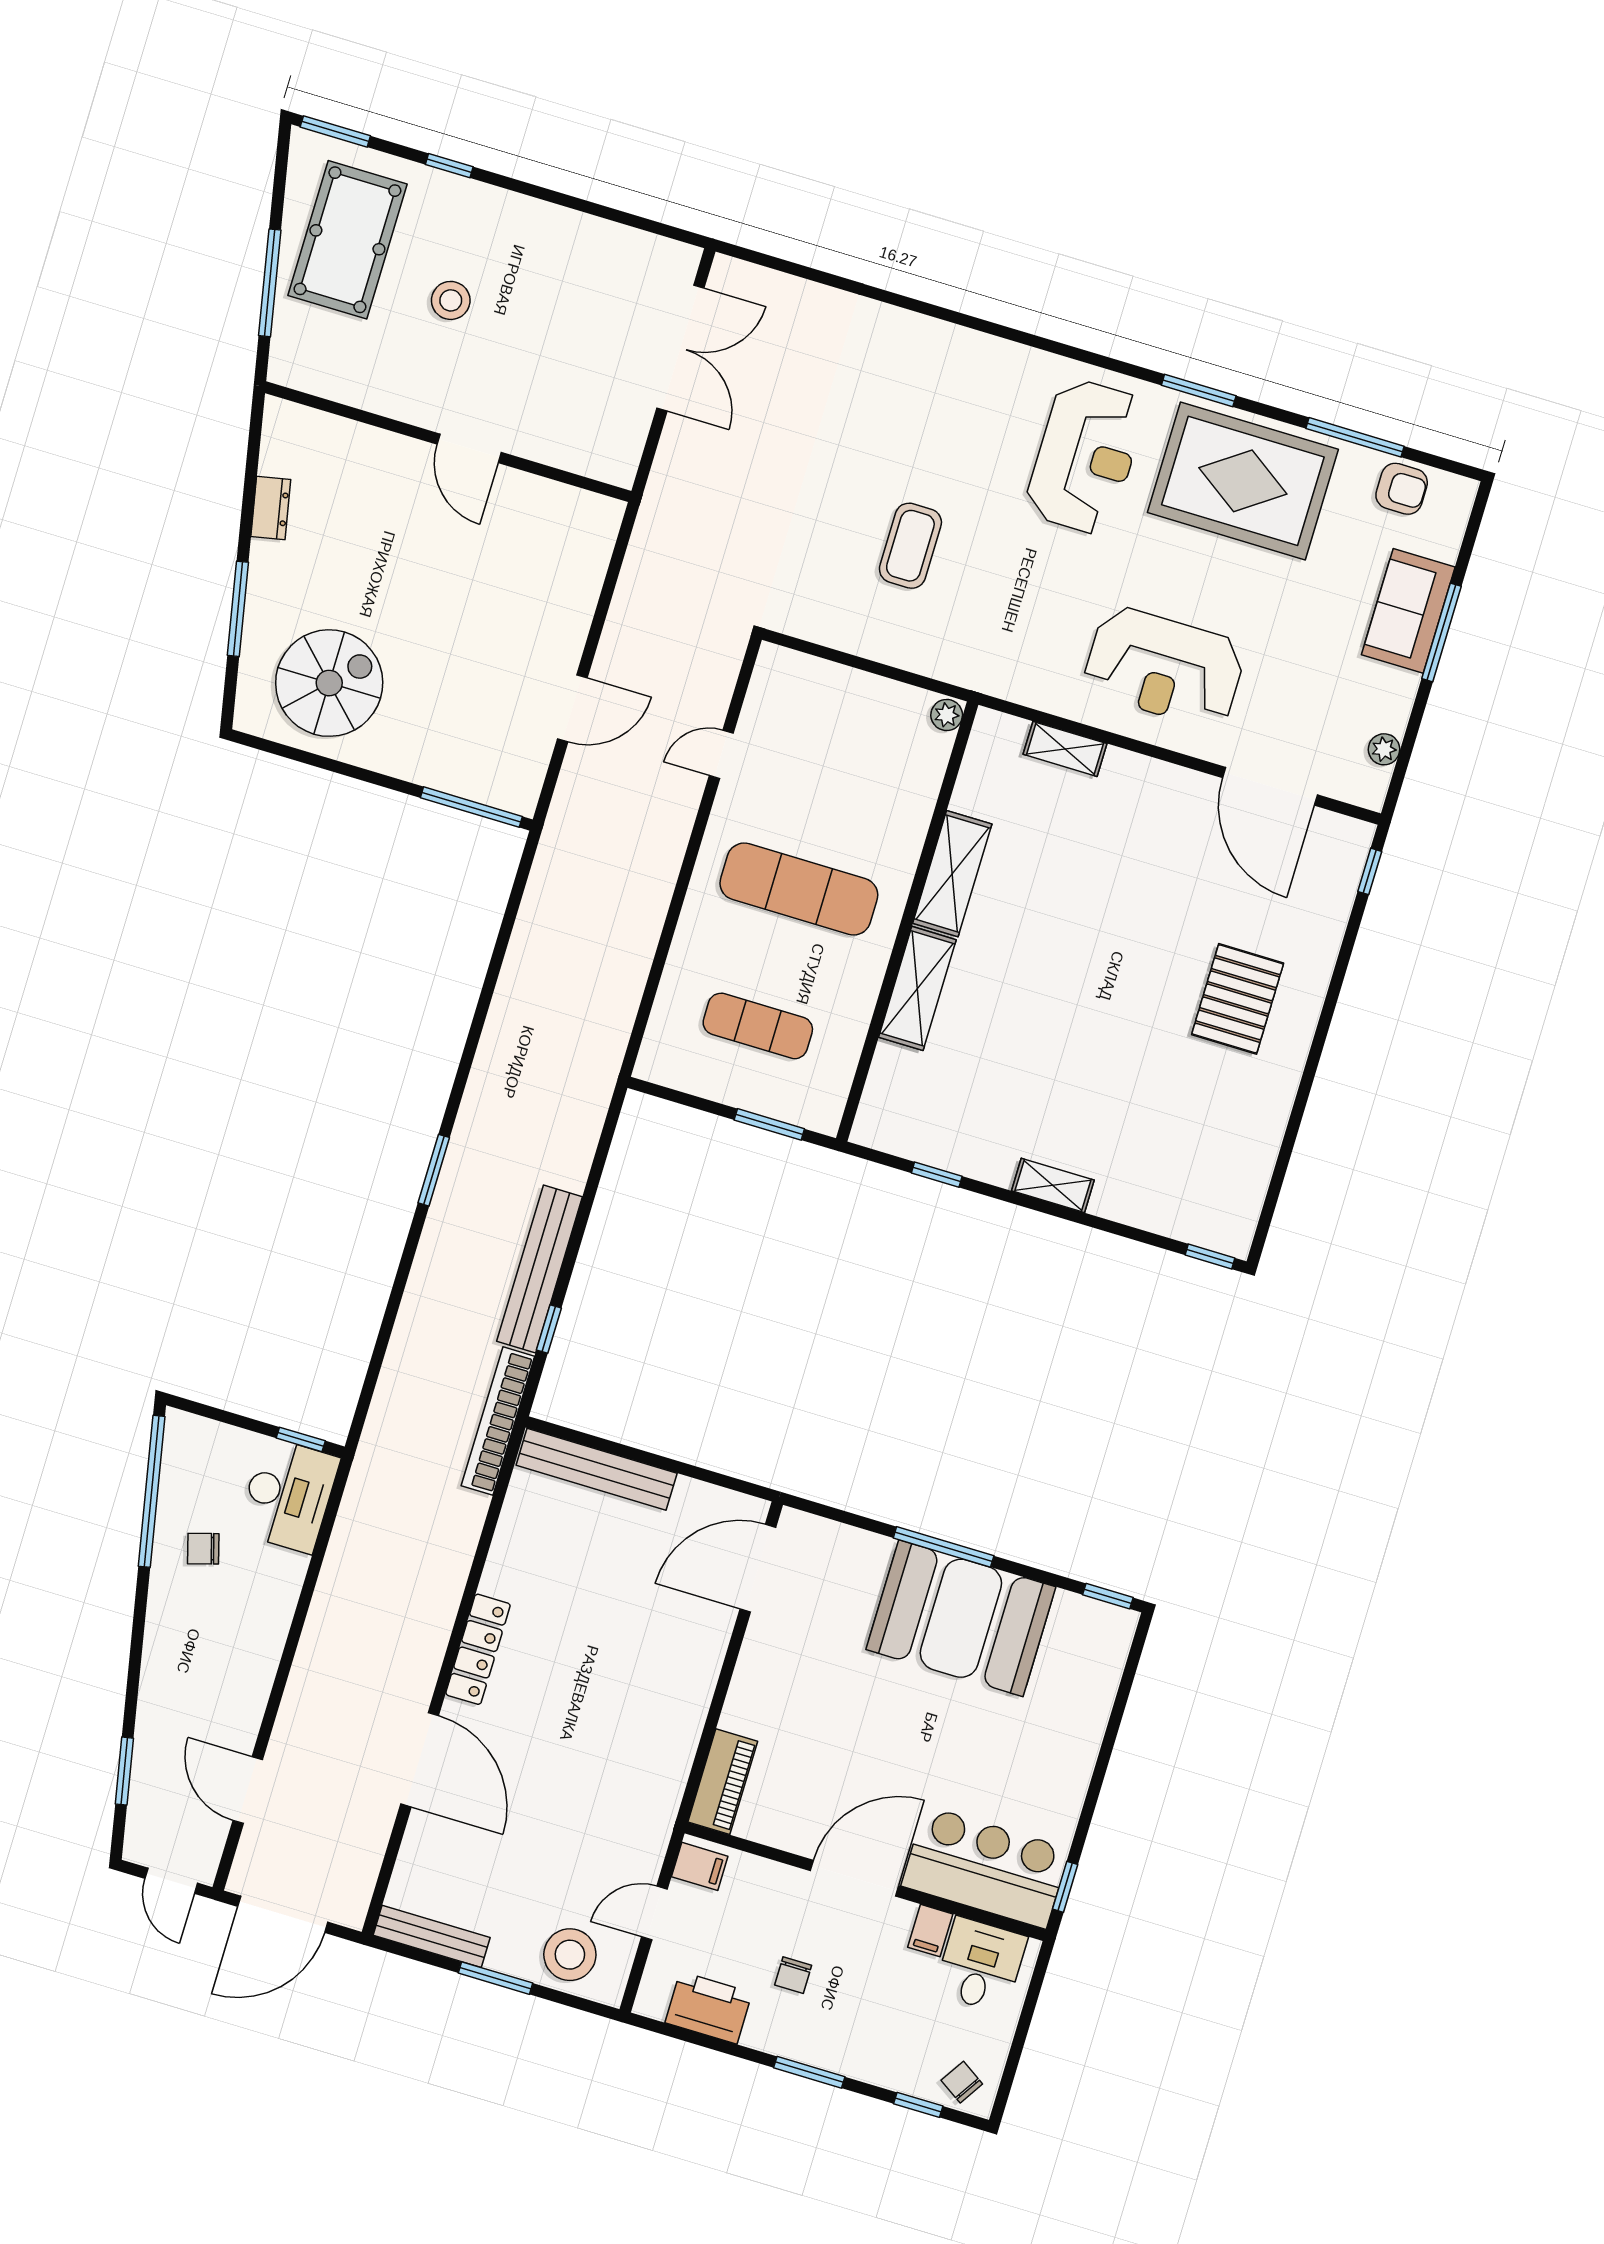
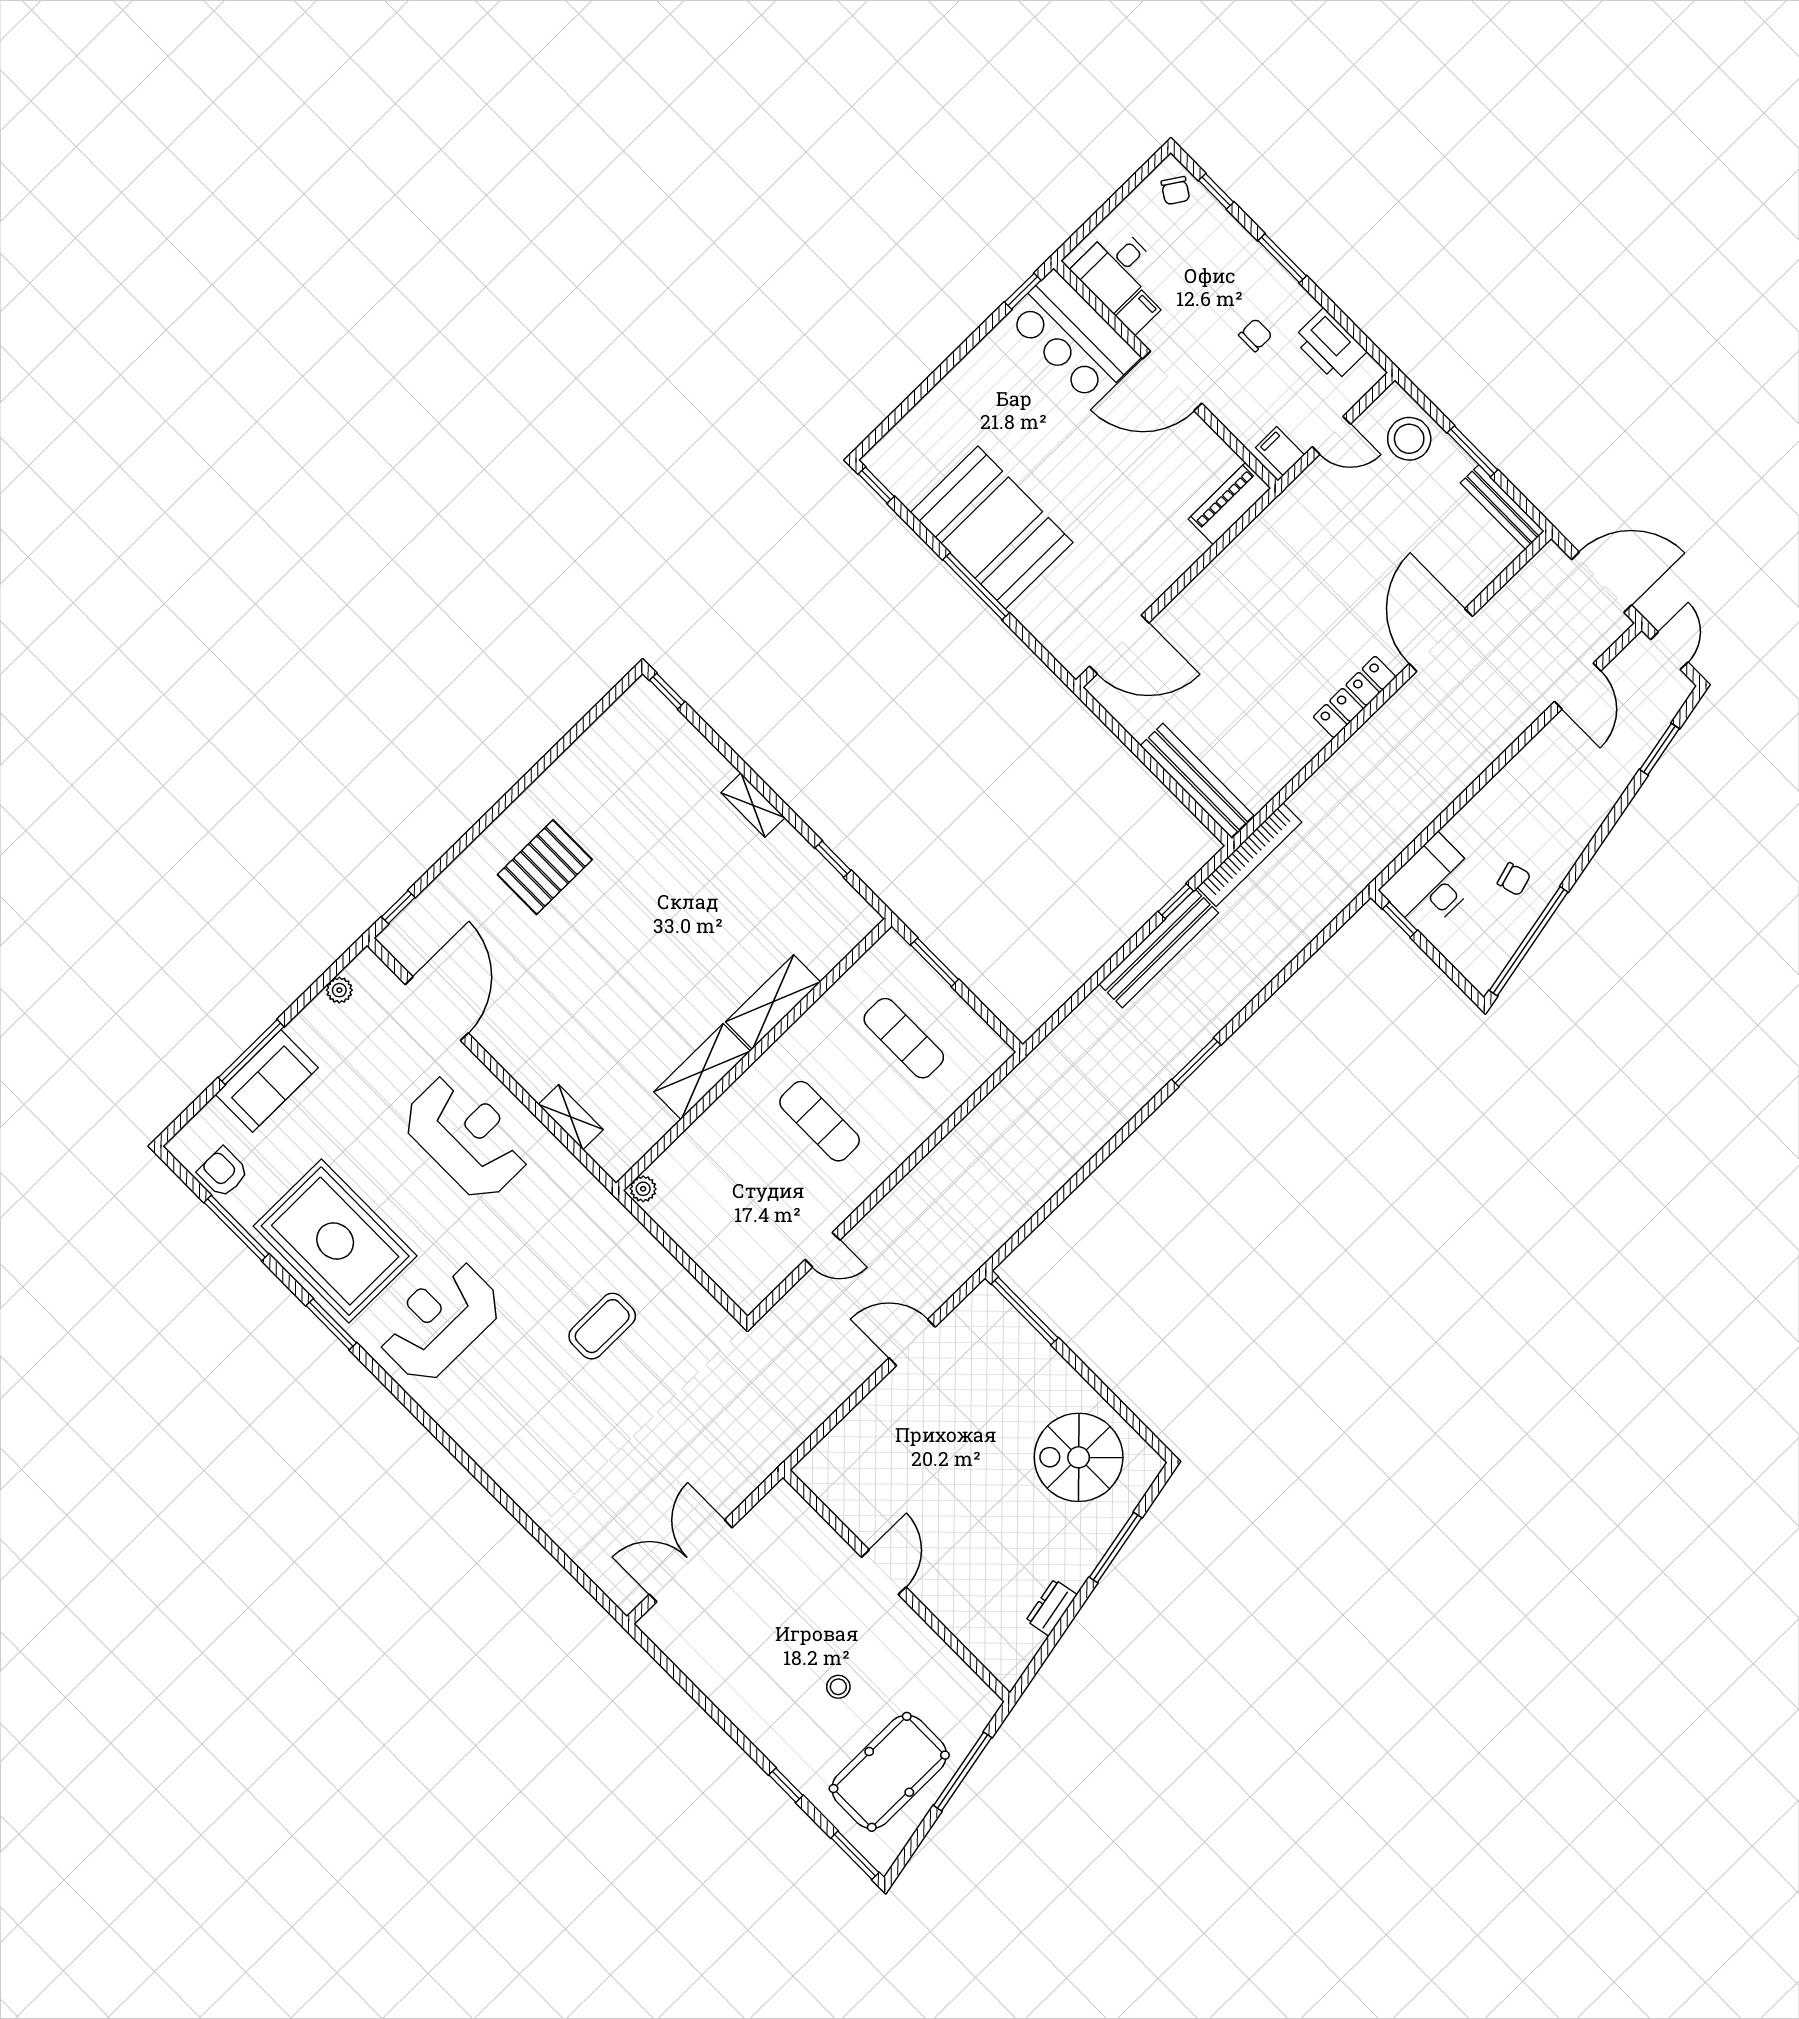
stool: (451, 300) -> (838, 1687), width x0.73, depth x0.73
exercise mat: (799, 889) -> (820, 1121), width x0.73, depth x0.69

